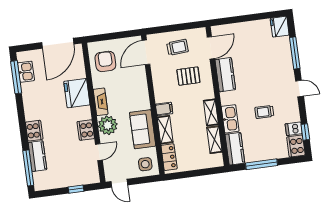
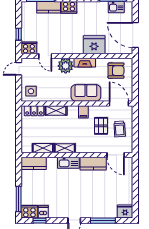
pallet: (188, 76) -> (101, 126), moved
filing cabinet: (164, 109) -> (83, 112), moved
trolley: (264, 112) -> (60, 190), removed
kitchen sink: (230, 119) -> (68, 163), moved
sofa: (143, 129) -> (86, 93), moved
cooker: (86, 130) -> (29, 48), moved
window: (261, 164) -> (19, 199), moved

